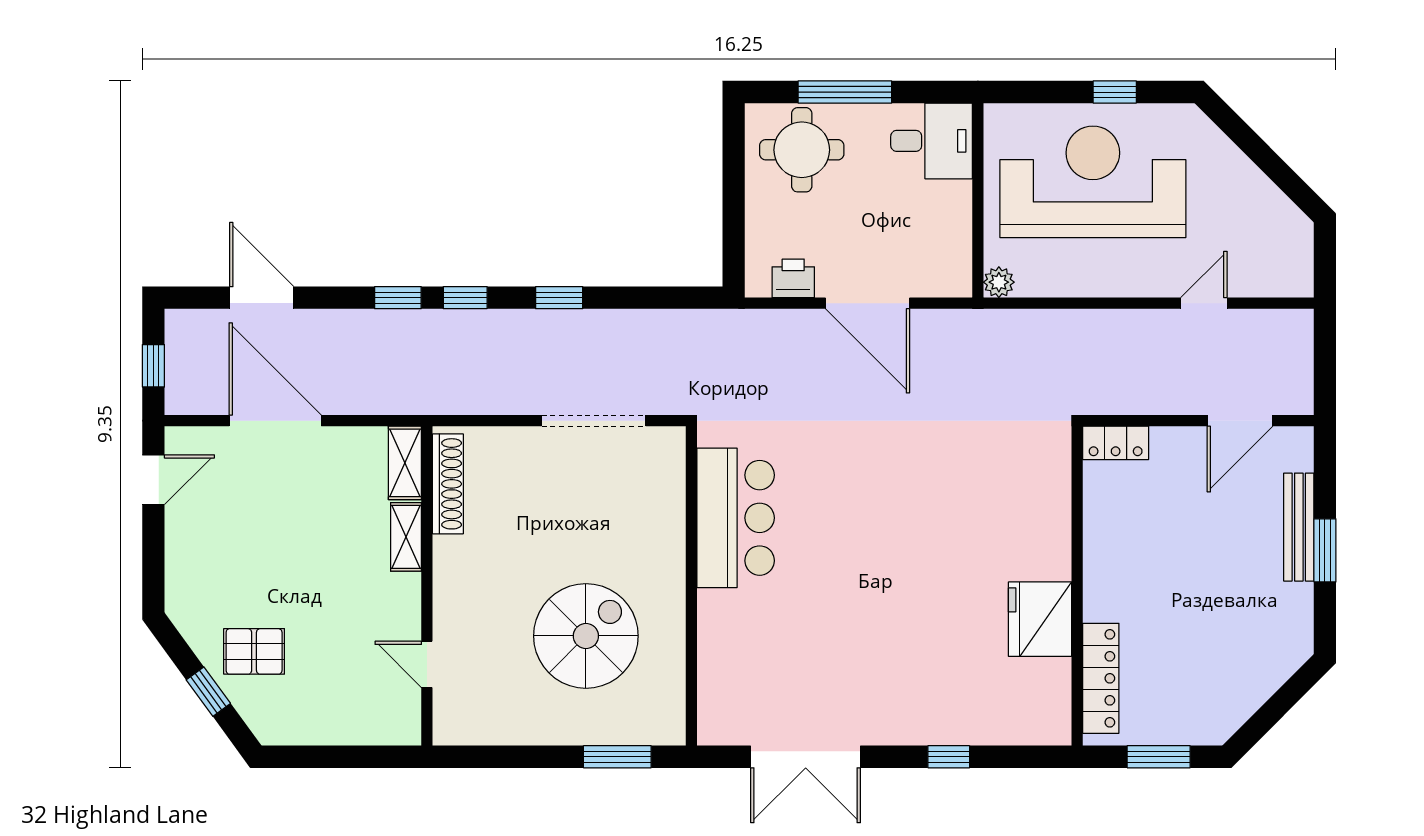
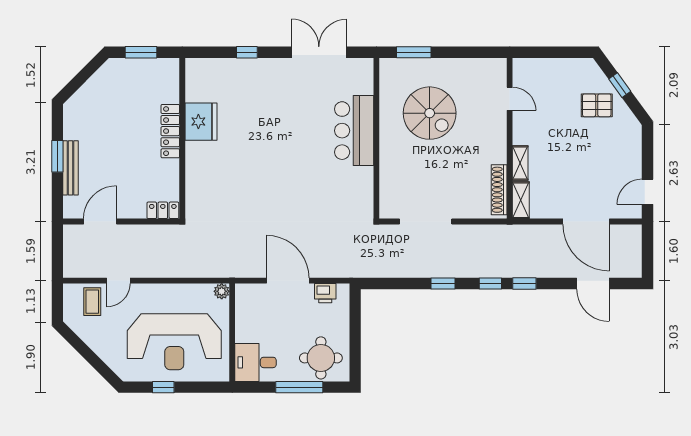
coffee table: (1256, 262) -> (92, 302), added
window: (153, 366) -> (647, 249), removed
bar counter: (736, 518) -> (354, 131), moved
spiral stairs: (586, 636) -> (430, 113), turned -90
locker: (1101, 678) -> (170, 131), moved

